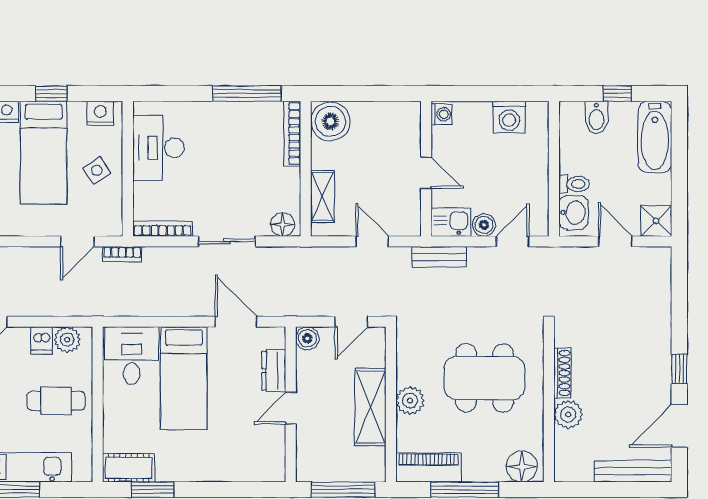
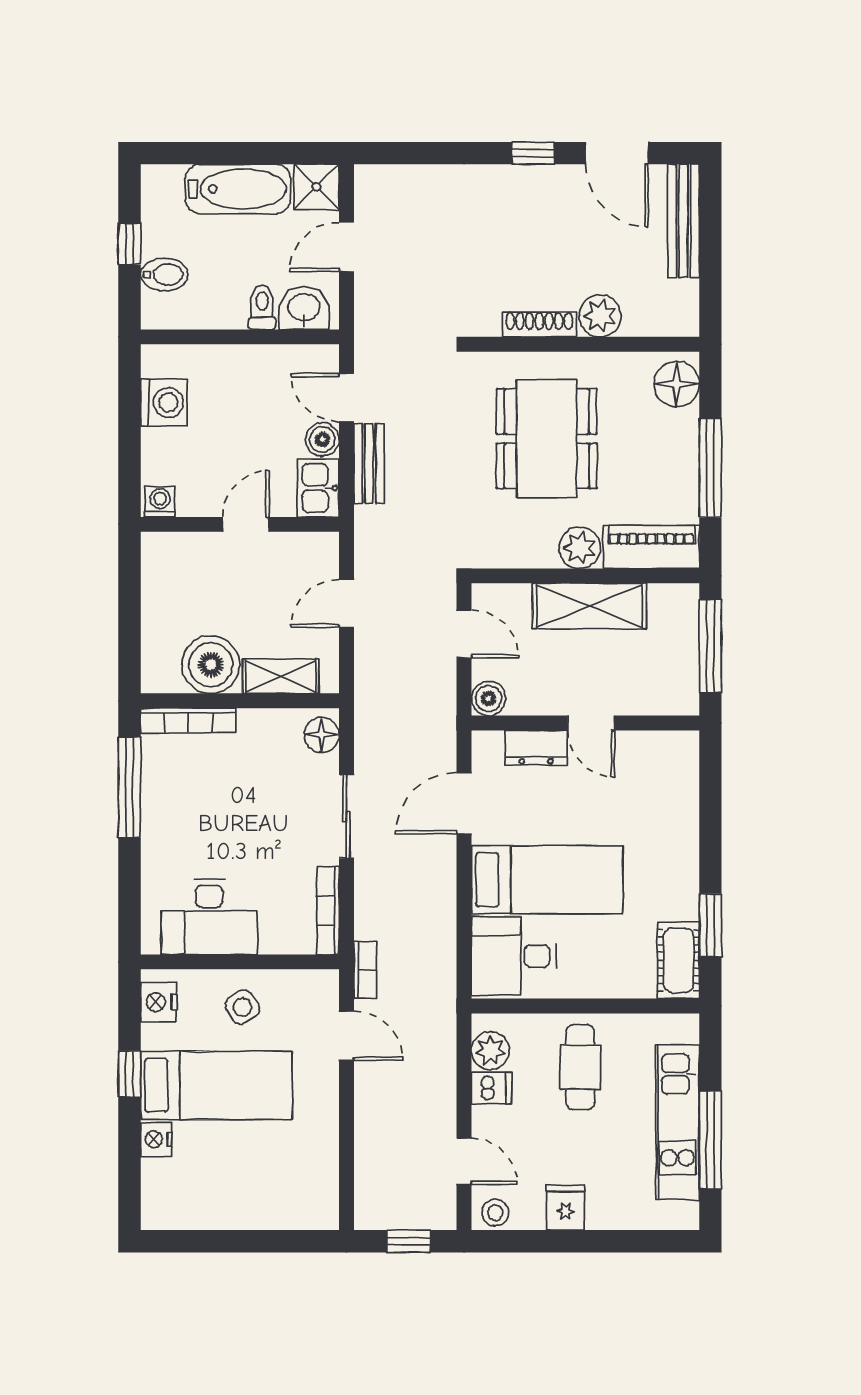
boiler: (330, 121) -> (211, 665), moved
bathtub: (655, 137) -> (238, 189), moved
bench: (439, 257) -> (369, 463), moved
piano: (429, 467) -> (651, 547), moved, turned 90

